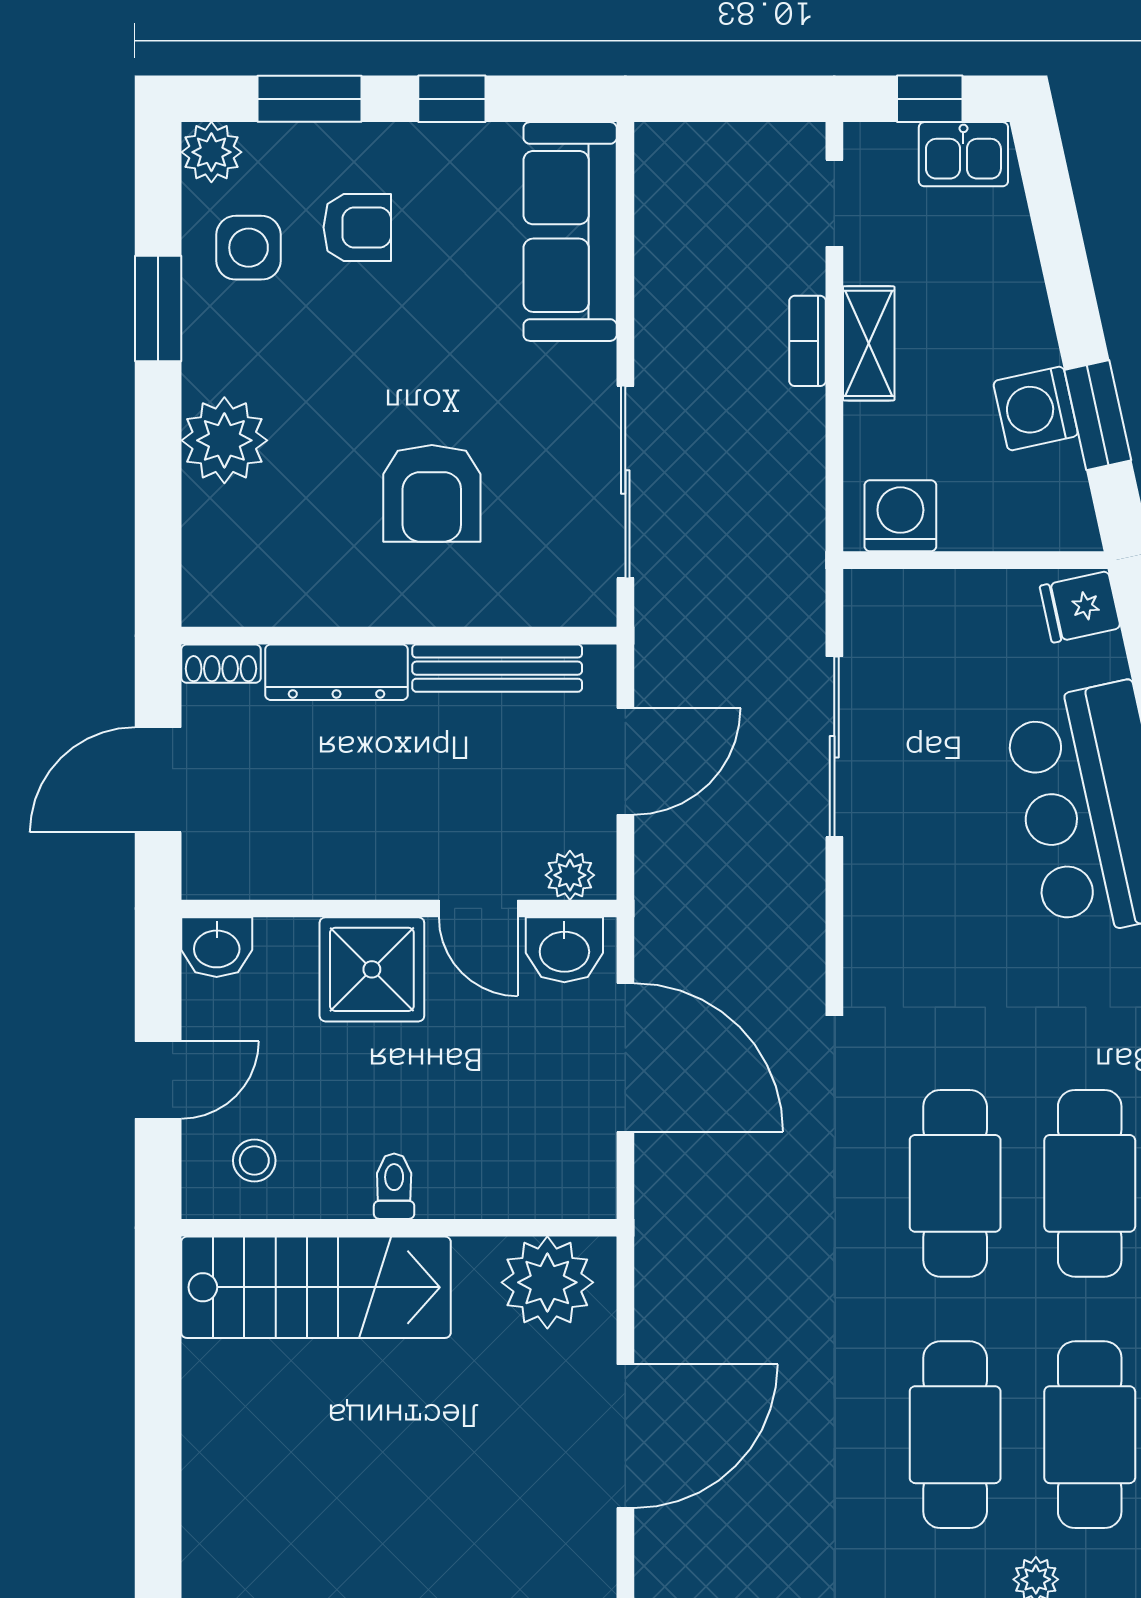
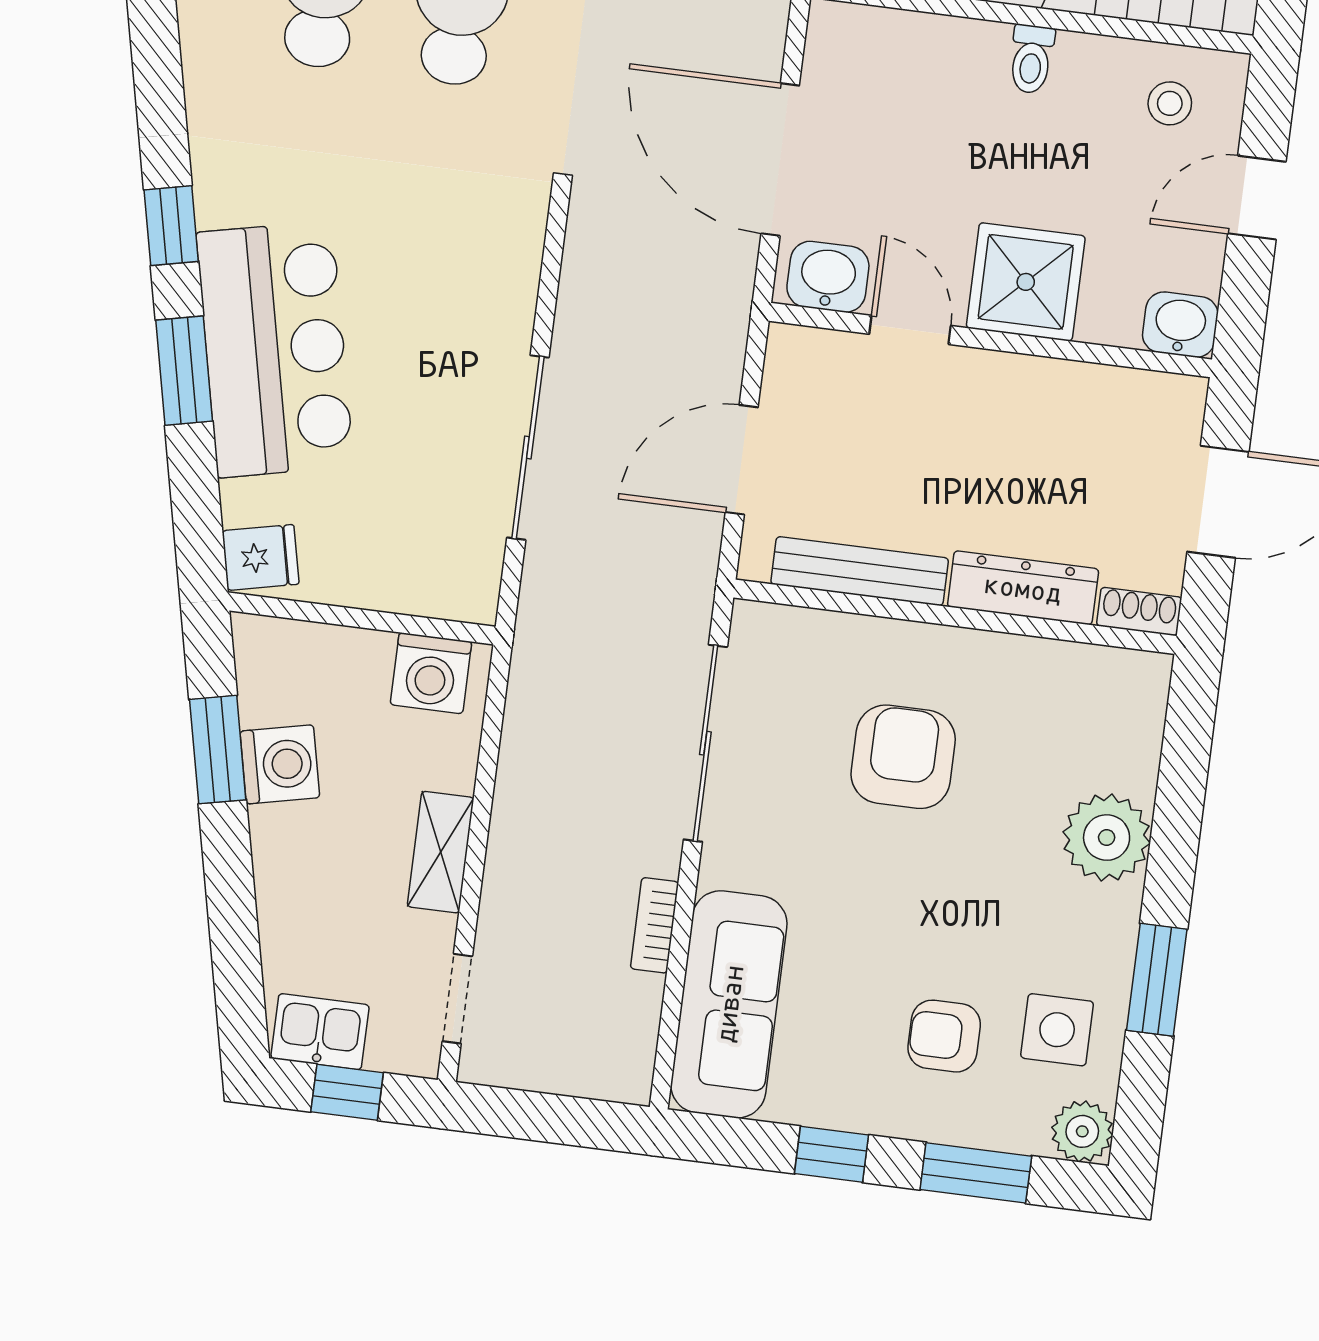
bookcase: (808, 341) -> (654, 925), moved, turned 180
plant: (570, 875) -> (813, 352), removed

